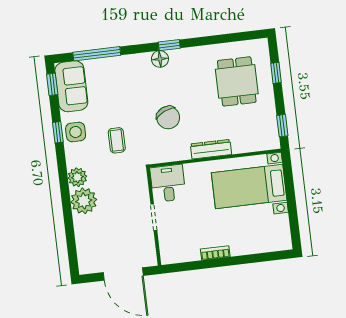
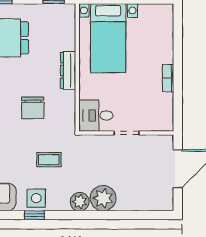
chair: (168, 117) -> (33, 108), turned 115

